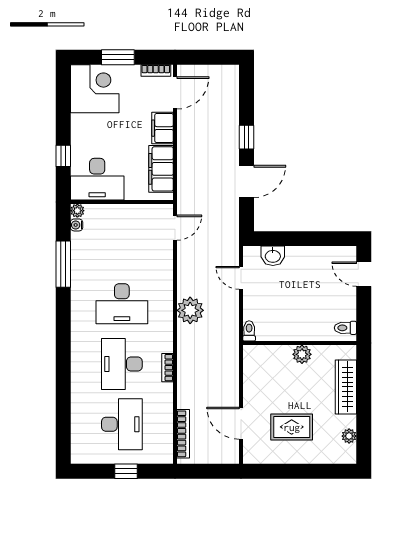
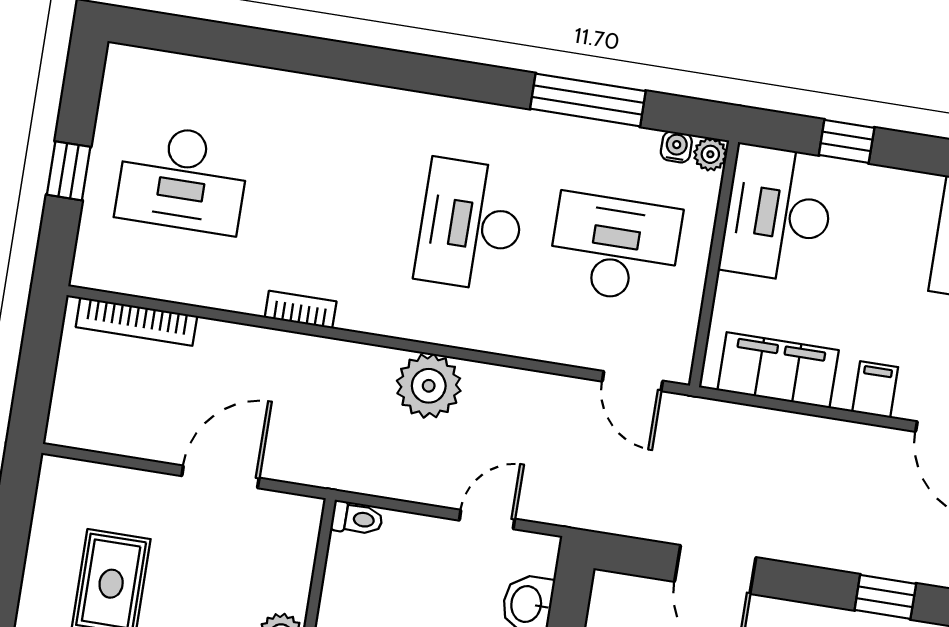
filing cabinet: (163, 128) -> (875, 389), width x0.50
window: (246, 137) -> (885, 597), moved
desk: (122, 364) -> (615, 248), moved
door: (241, 423) -> (220, 477), moved

